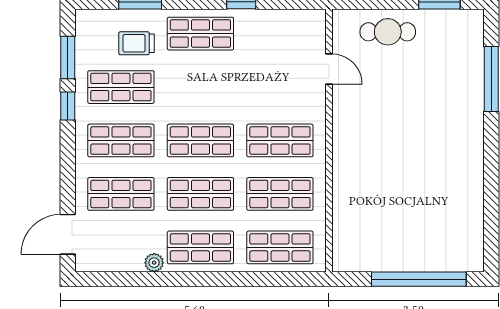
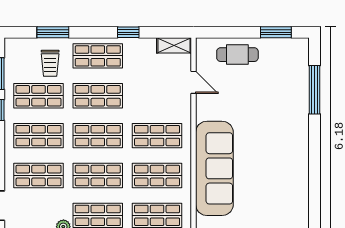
shelving: (303, 19) -> (174, 45), added
trolley: (136, 43) -> (50, 63), turned -90
shop shelf: (200, 87) -> (98, 96), added
sofa: (357, 184) -> (214, 168), added

